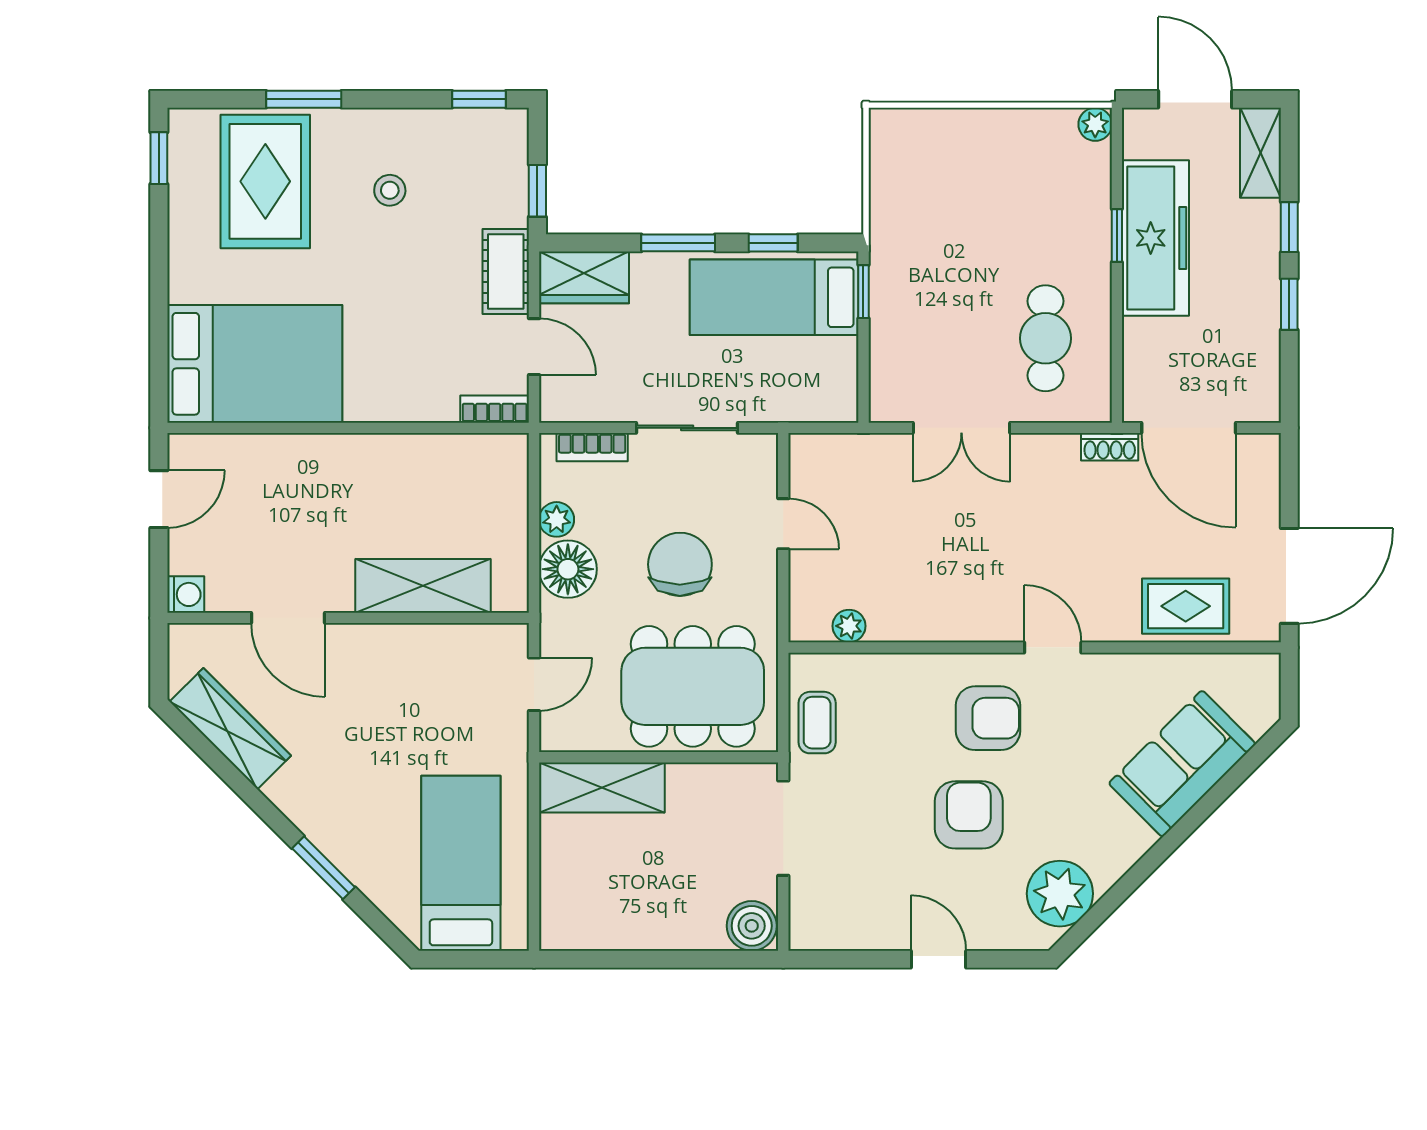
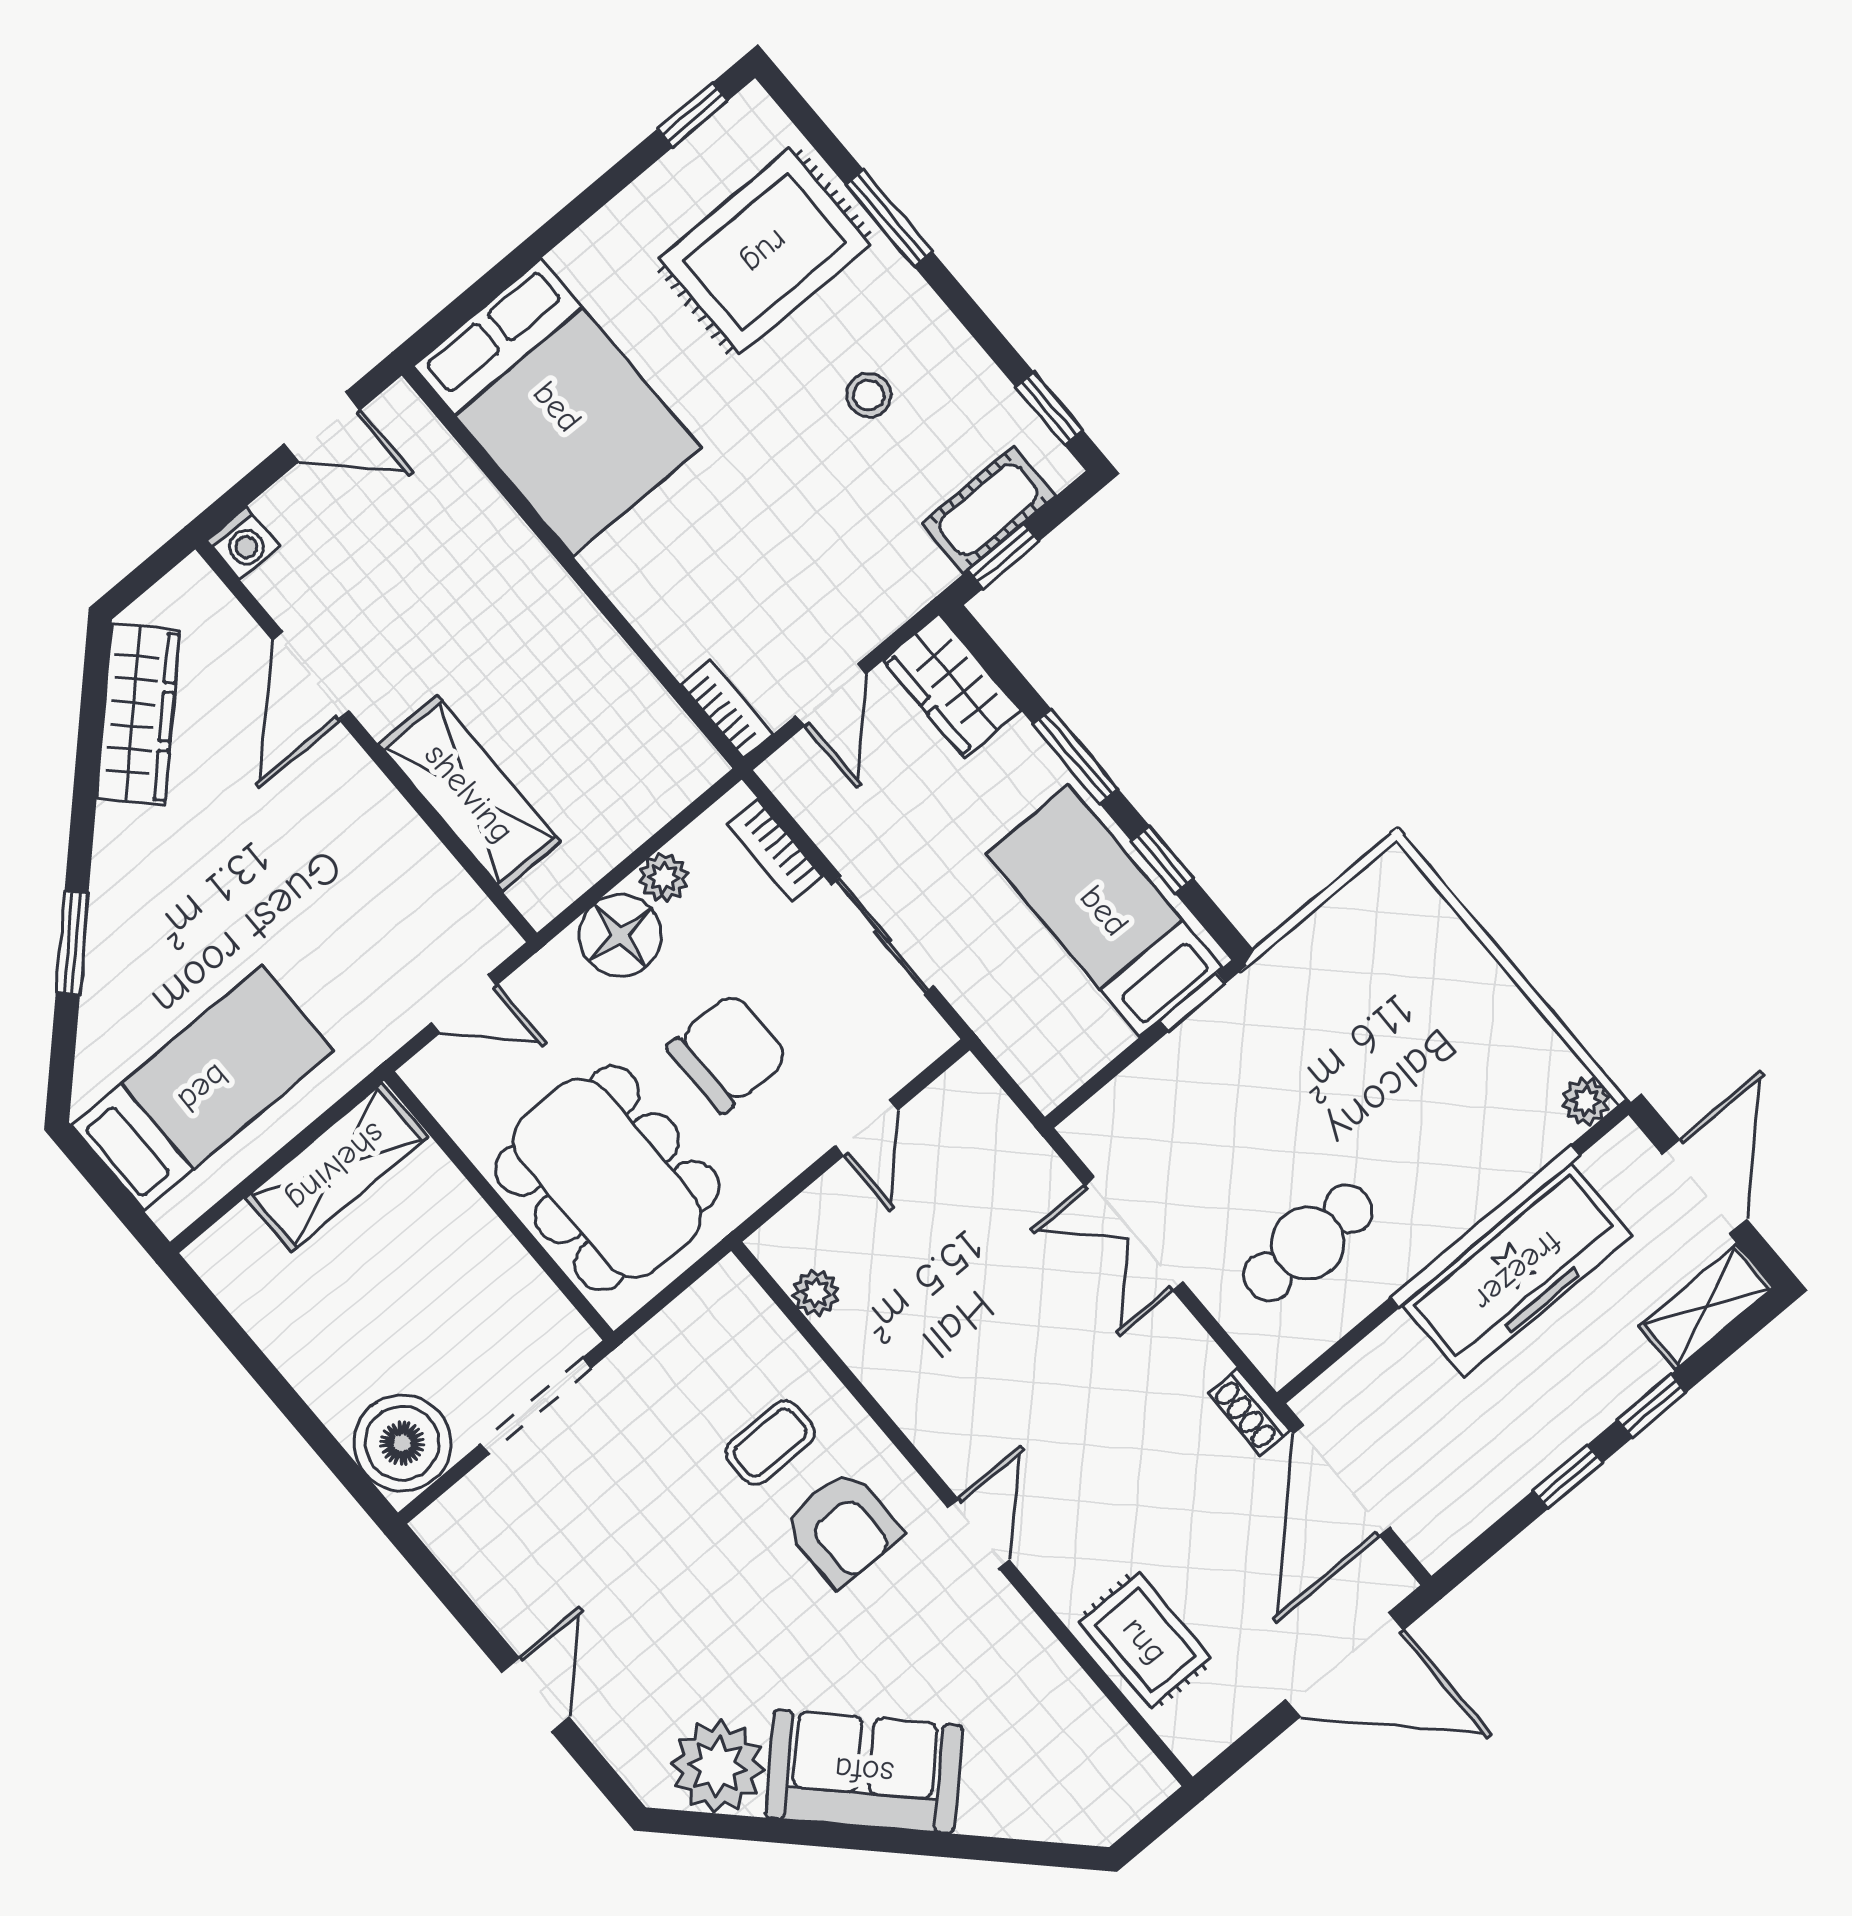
window: (1117, 235) -> (1485, 1226), width x3.17
cot: (506, 271) -> (988, 510), moved
door: (1289, 576) -> (1345, 1665), moved
coffee table: (817, 723) -> (770, 1443), moved
sofa: (1182, 764) -> (864, 1771), moved
shelving: (602, 788) -> (336, 1167), moved, turned 90
armchair: (969, 815) -> (720, 1596), removed
boiler: (752, 926) -> (402, 1443), width x1.37, depth x1.37

